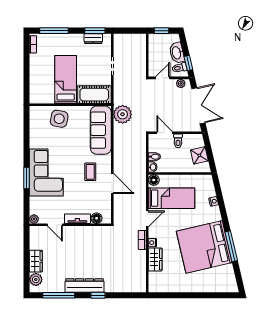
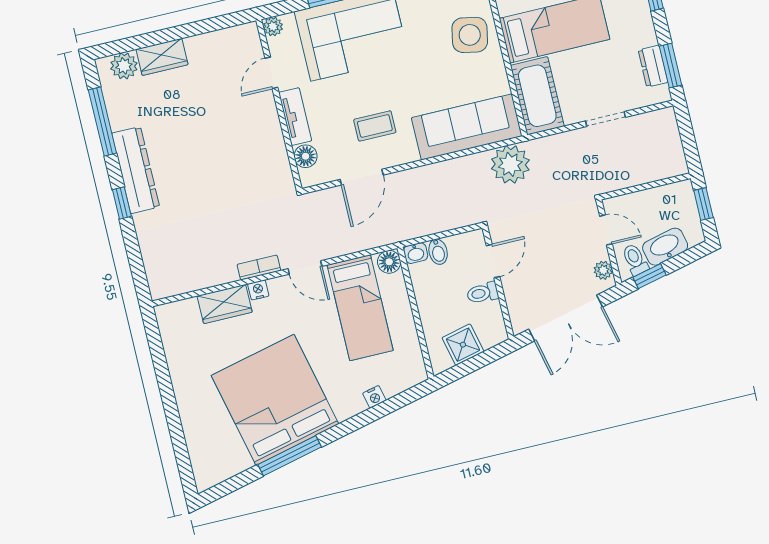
floor lamp: (97, 218) -> (306, 156), moved
plant: (34, 219) -> (273, 26), moved
tv unit: (77, 219) -> (295, 117), moved
door: (55, 225) -> (271, 73), moved
wall: (70, 225) -> (279, 105), moved

